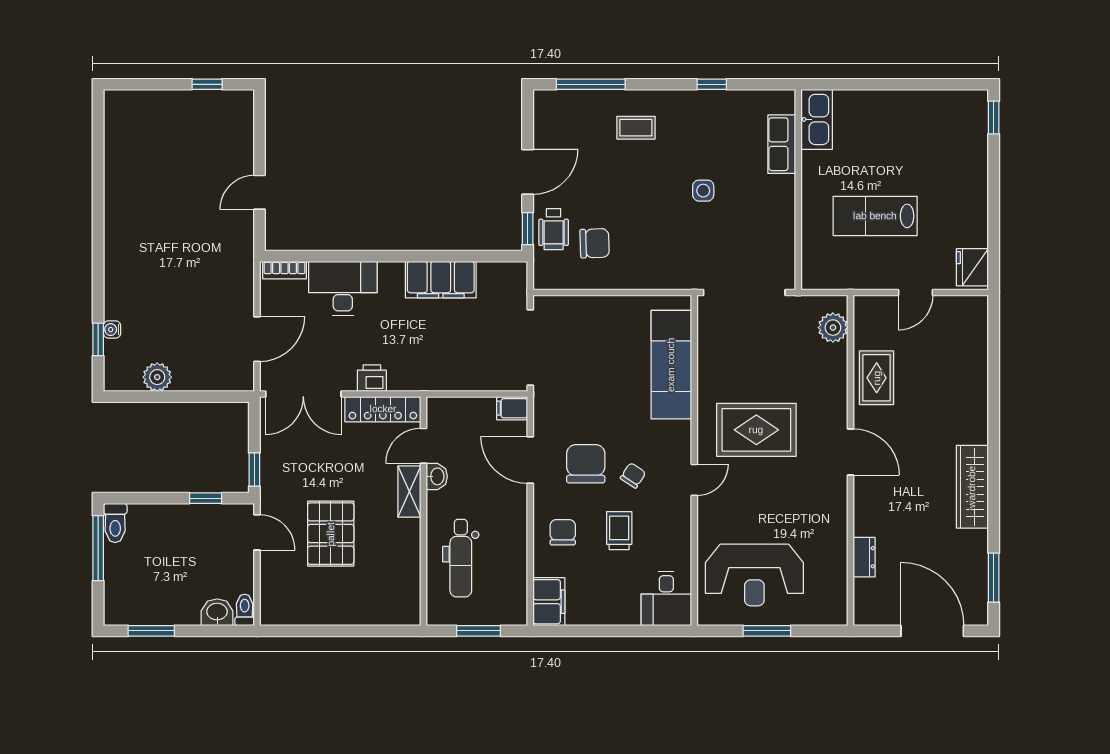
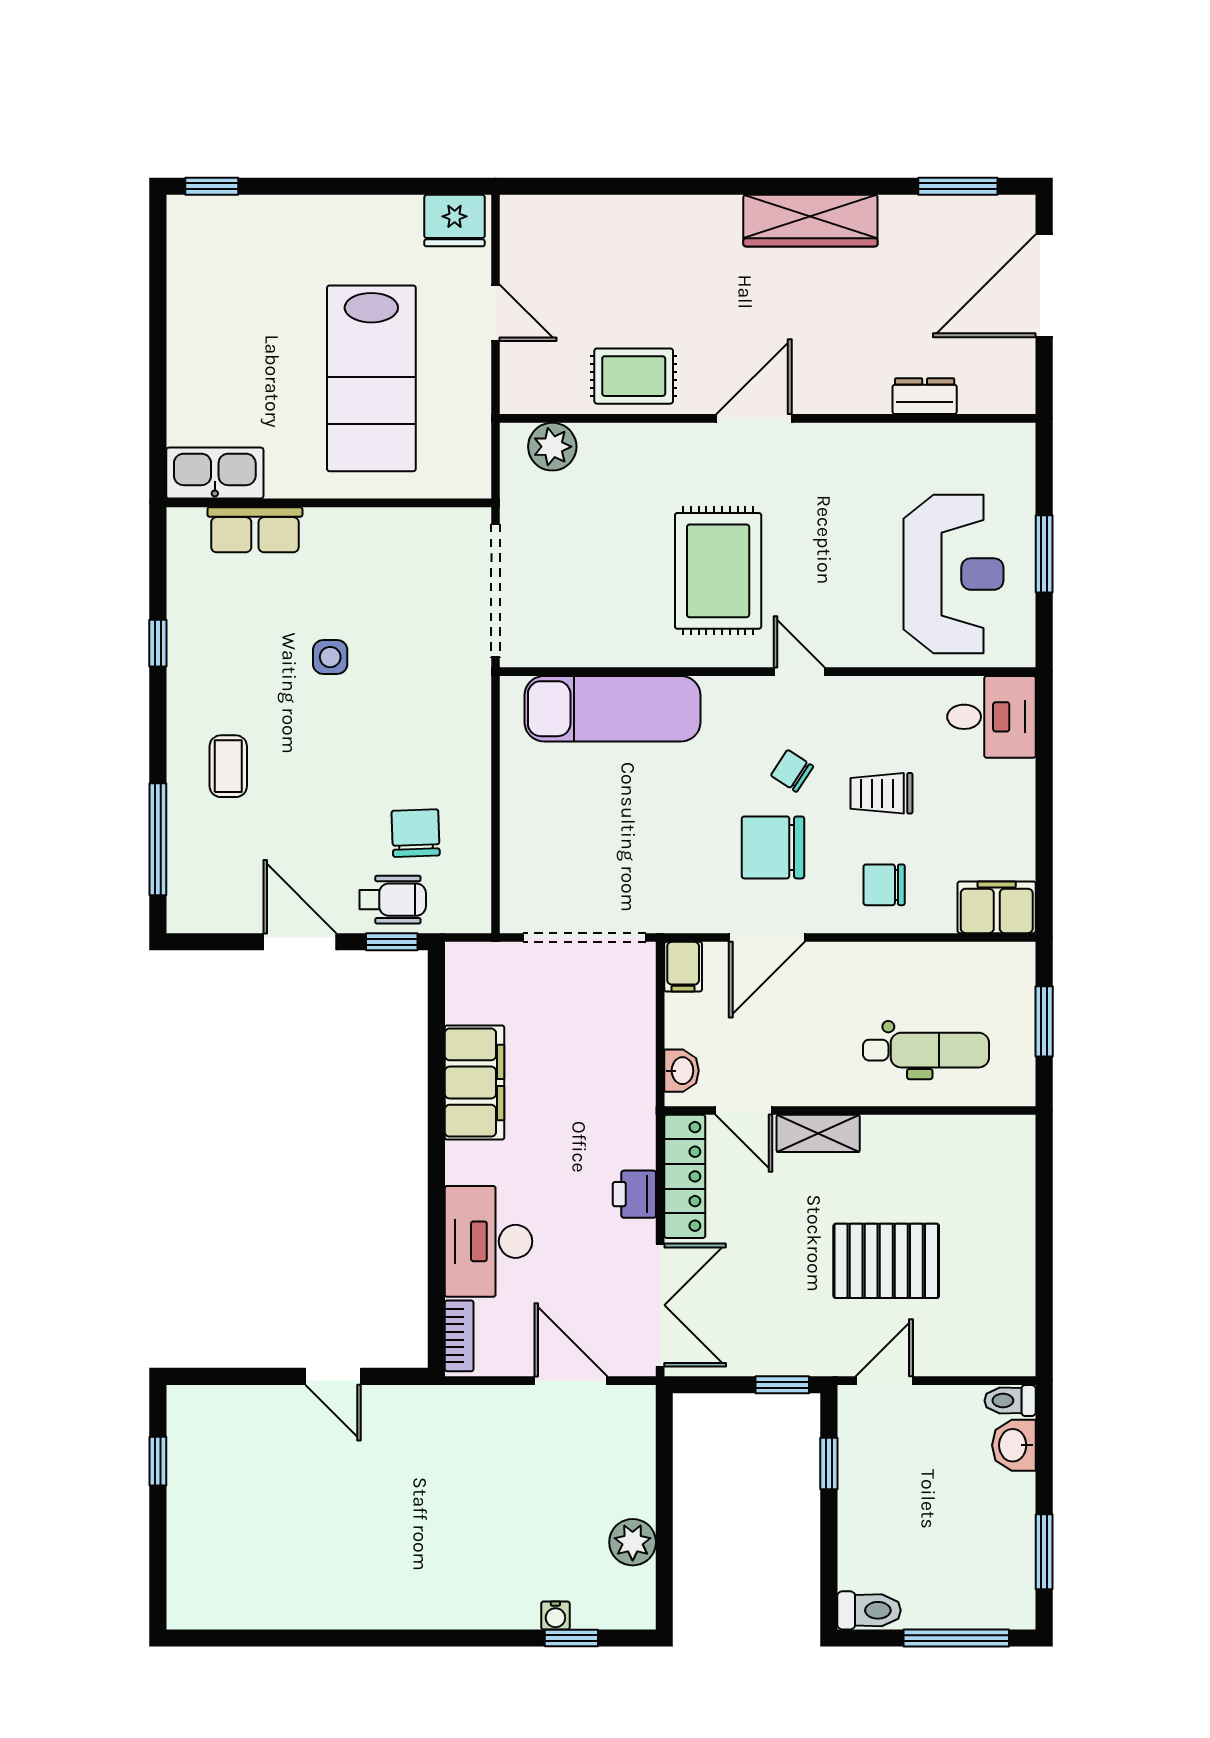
lab bench: (875, 216) -> (371, 378), width x1.36, depth x1.39
washbasin: (437, 476) -> (681, 1071), moved, turned 90
window: (98, 548) -> (956, 1638), moved

